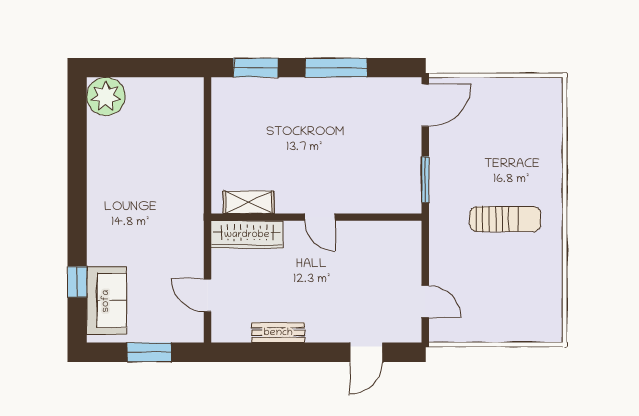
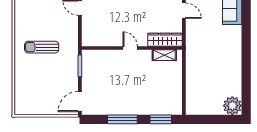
window: (77, 282) -> (246, 17), removed

